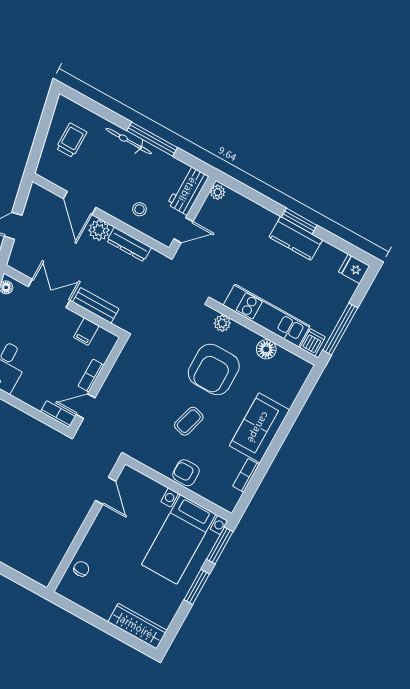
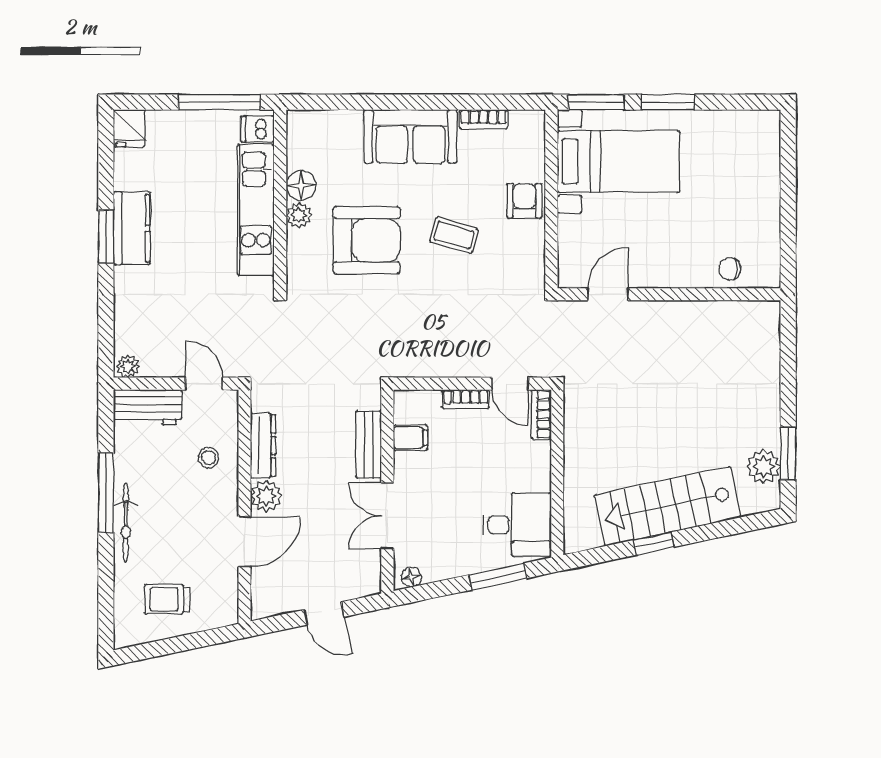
plant: (222, 323) -> (299, 215), moved
armchair: (186, 473) -> (524, 201), turned 180
wardrobe: (137, 626) -> (764, 152), removed

